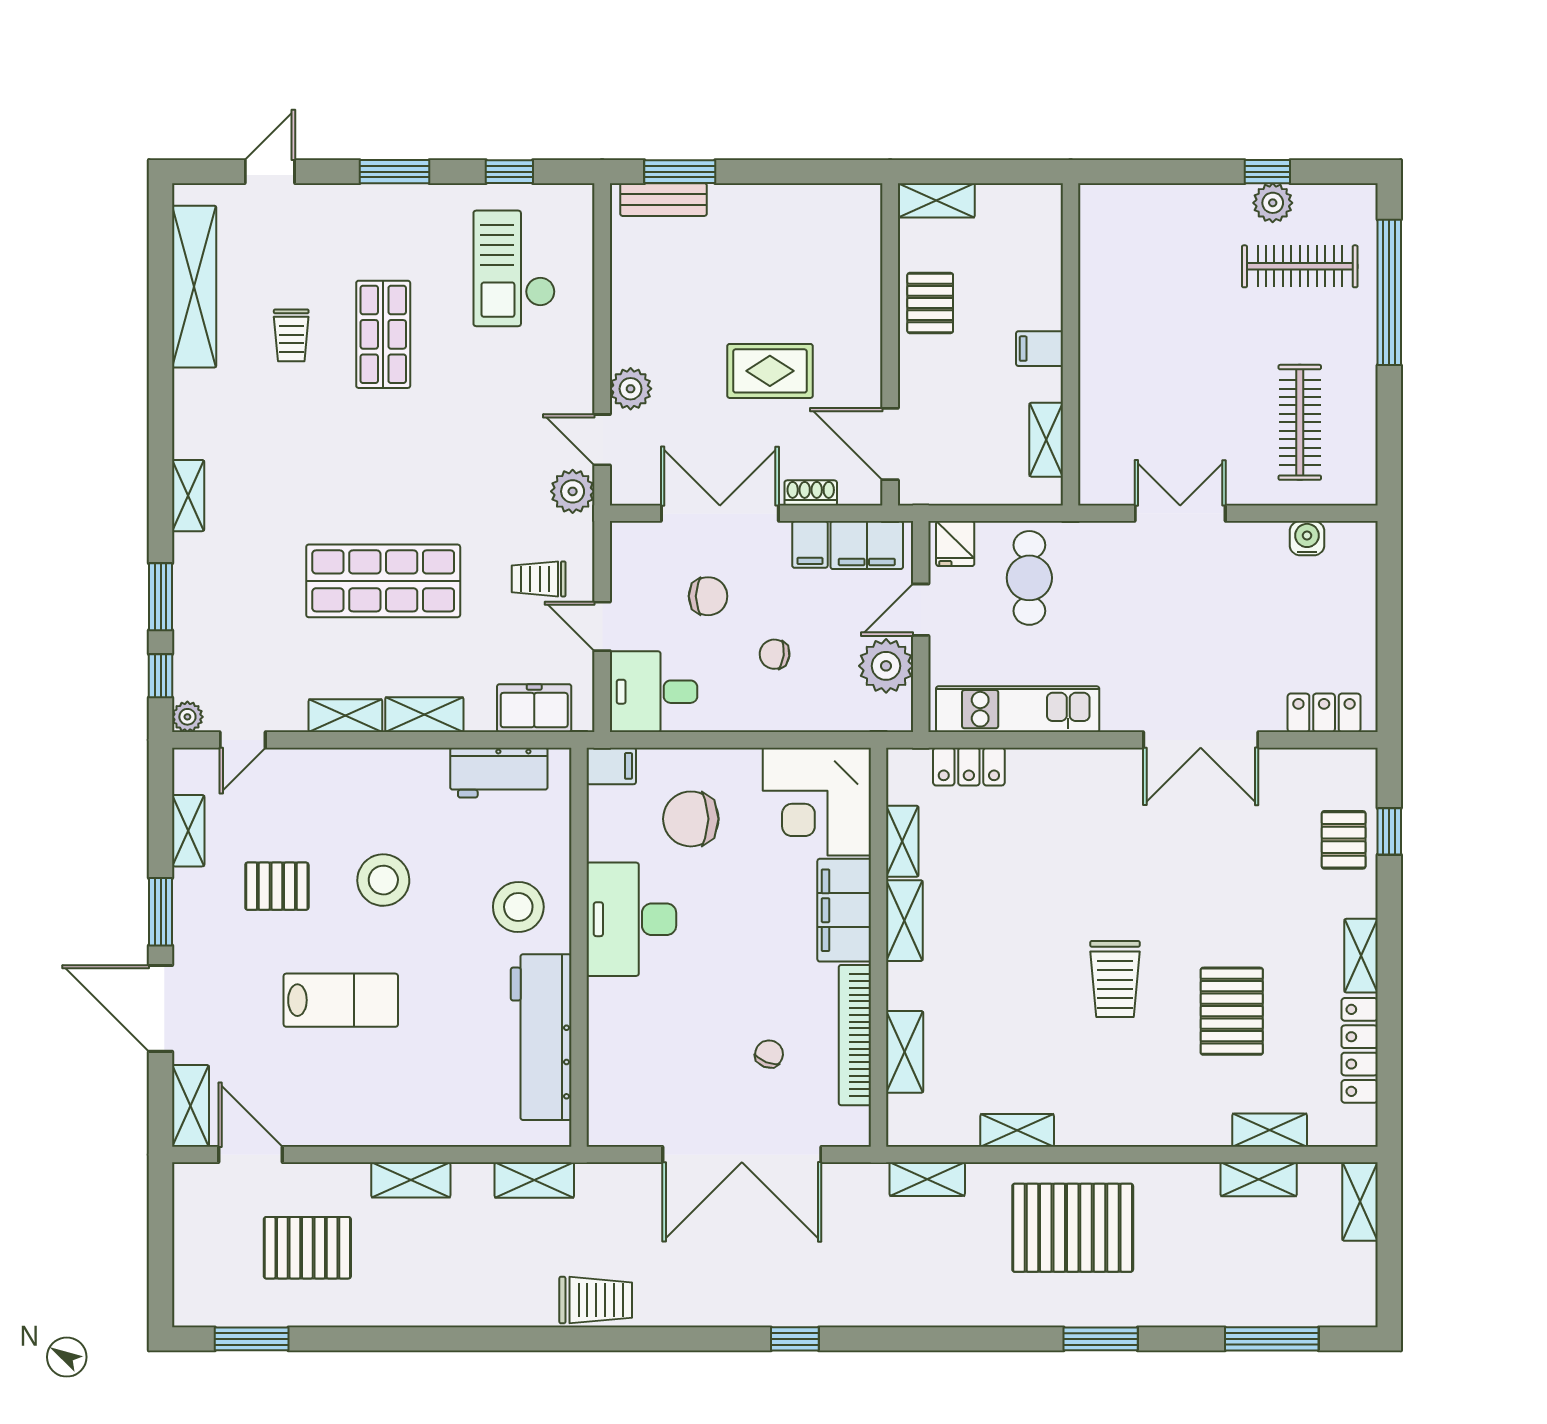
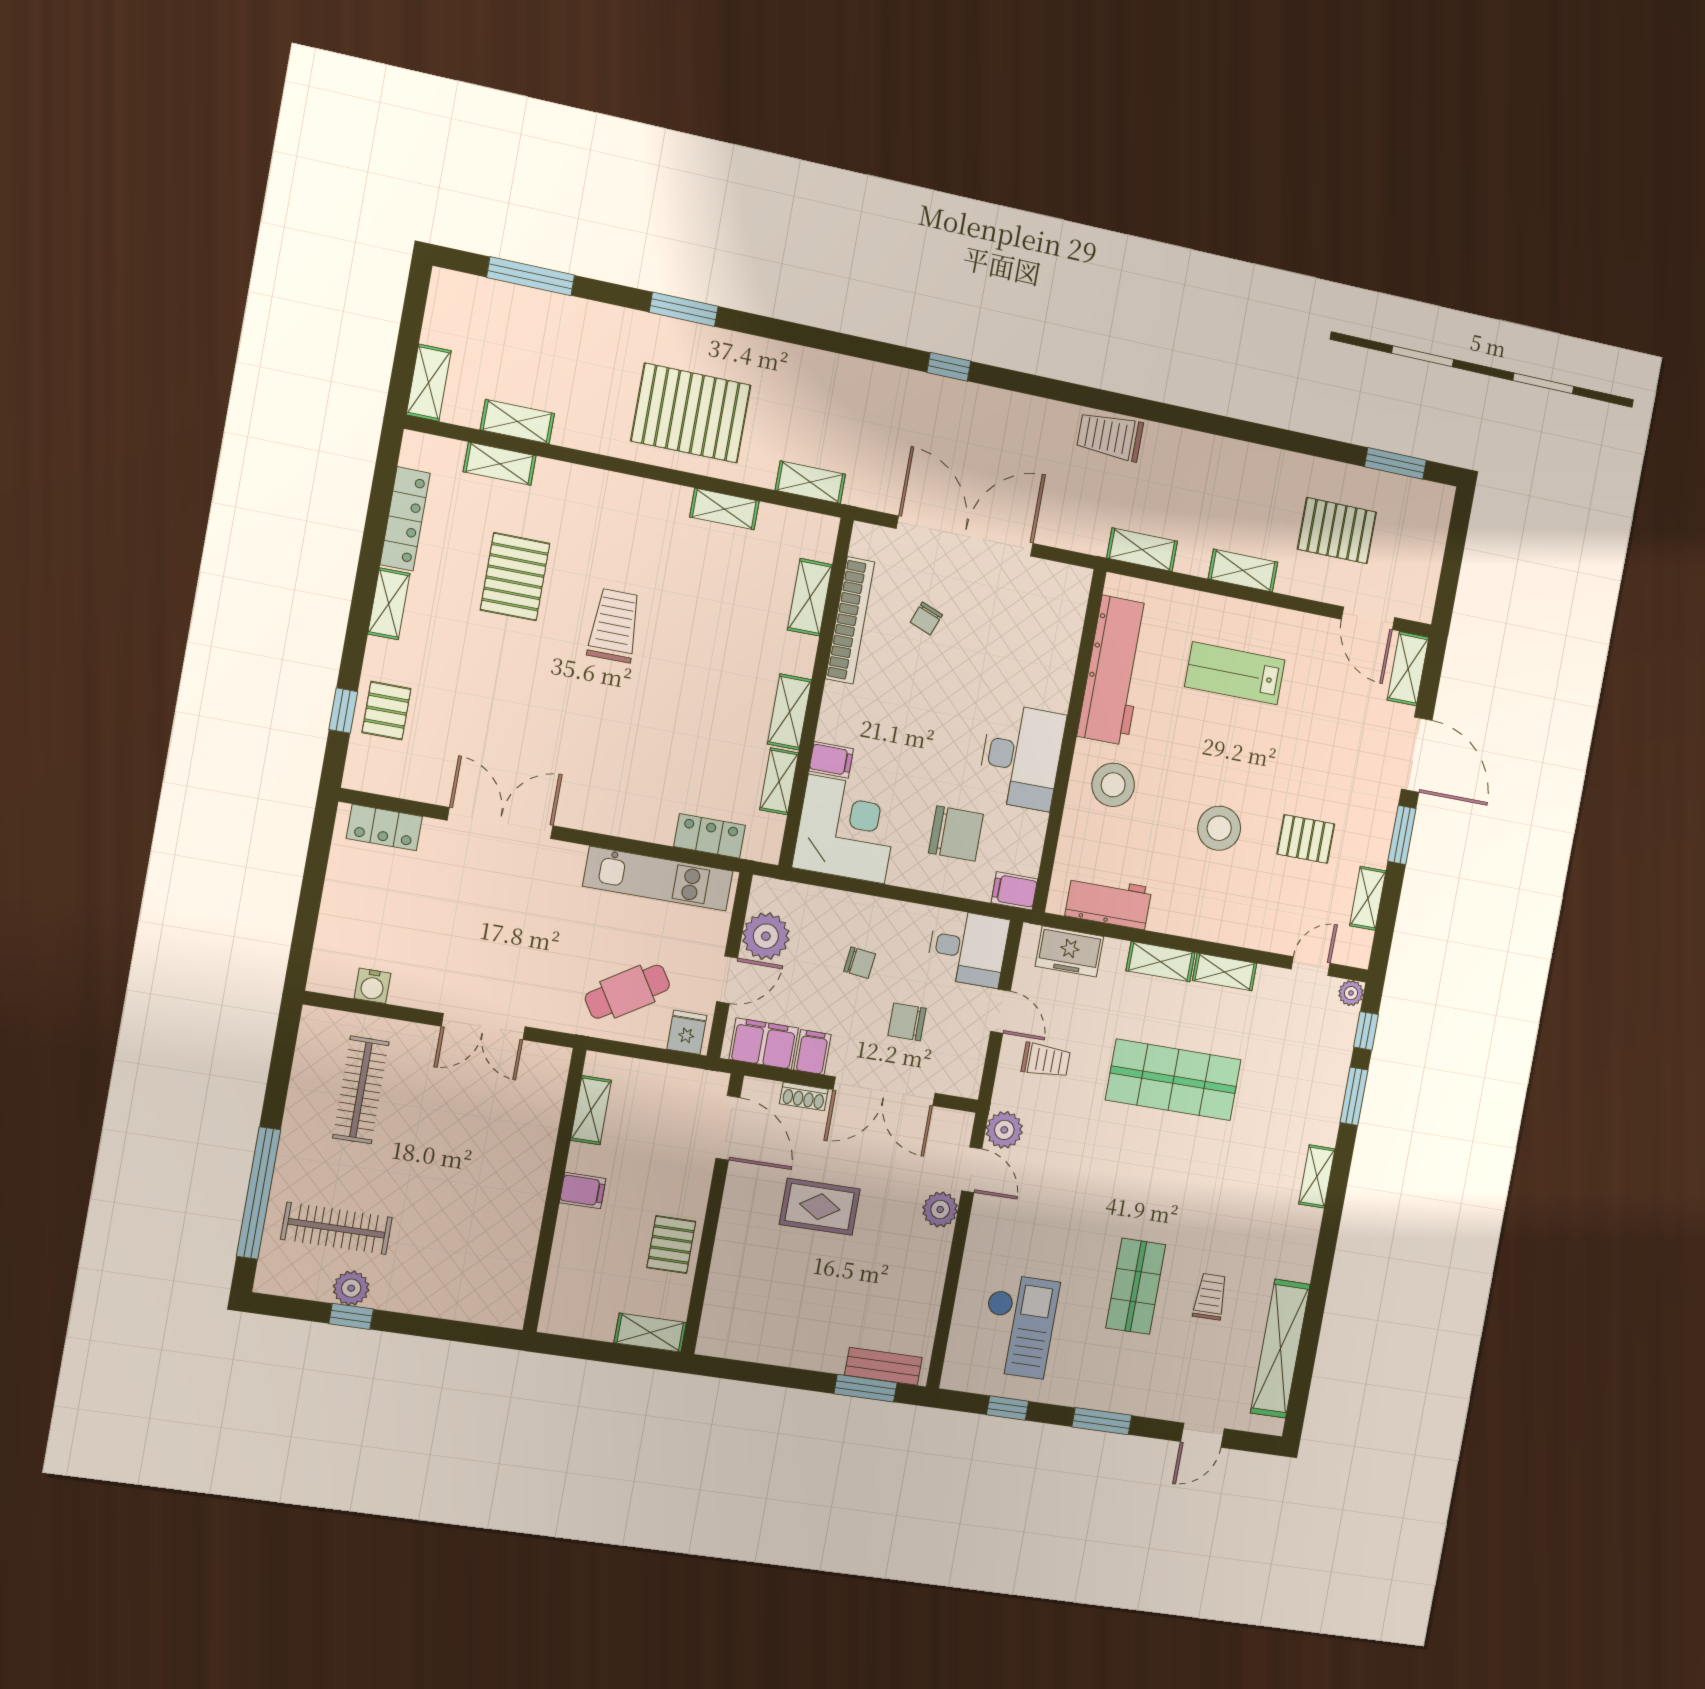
cafe table: (1029, 578) -> (627, 992), turned 58
filing cabinet: (844, 910) -> (831, 760), width x0.33, depth x0.86
lab bench: (341, 1000) -> (1235, 673), moved

